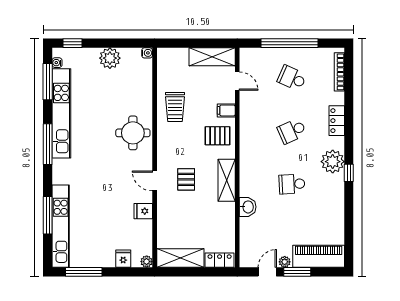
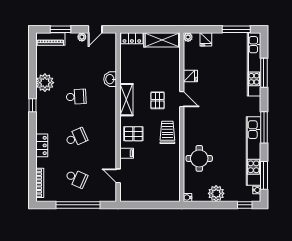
shelving: (212, 57) -> (138, 195), removed
trolley: (175, 107) -> (167, 132), moved
round table: (133, 133) -> (199, 158), moved
plant: (333, 162) -> (45, 83), moved
piano: (319, 256) -> (50, 39), width x0.73, depth x0.75
window: (297, 272) -> (61, 29), moved

